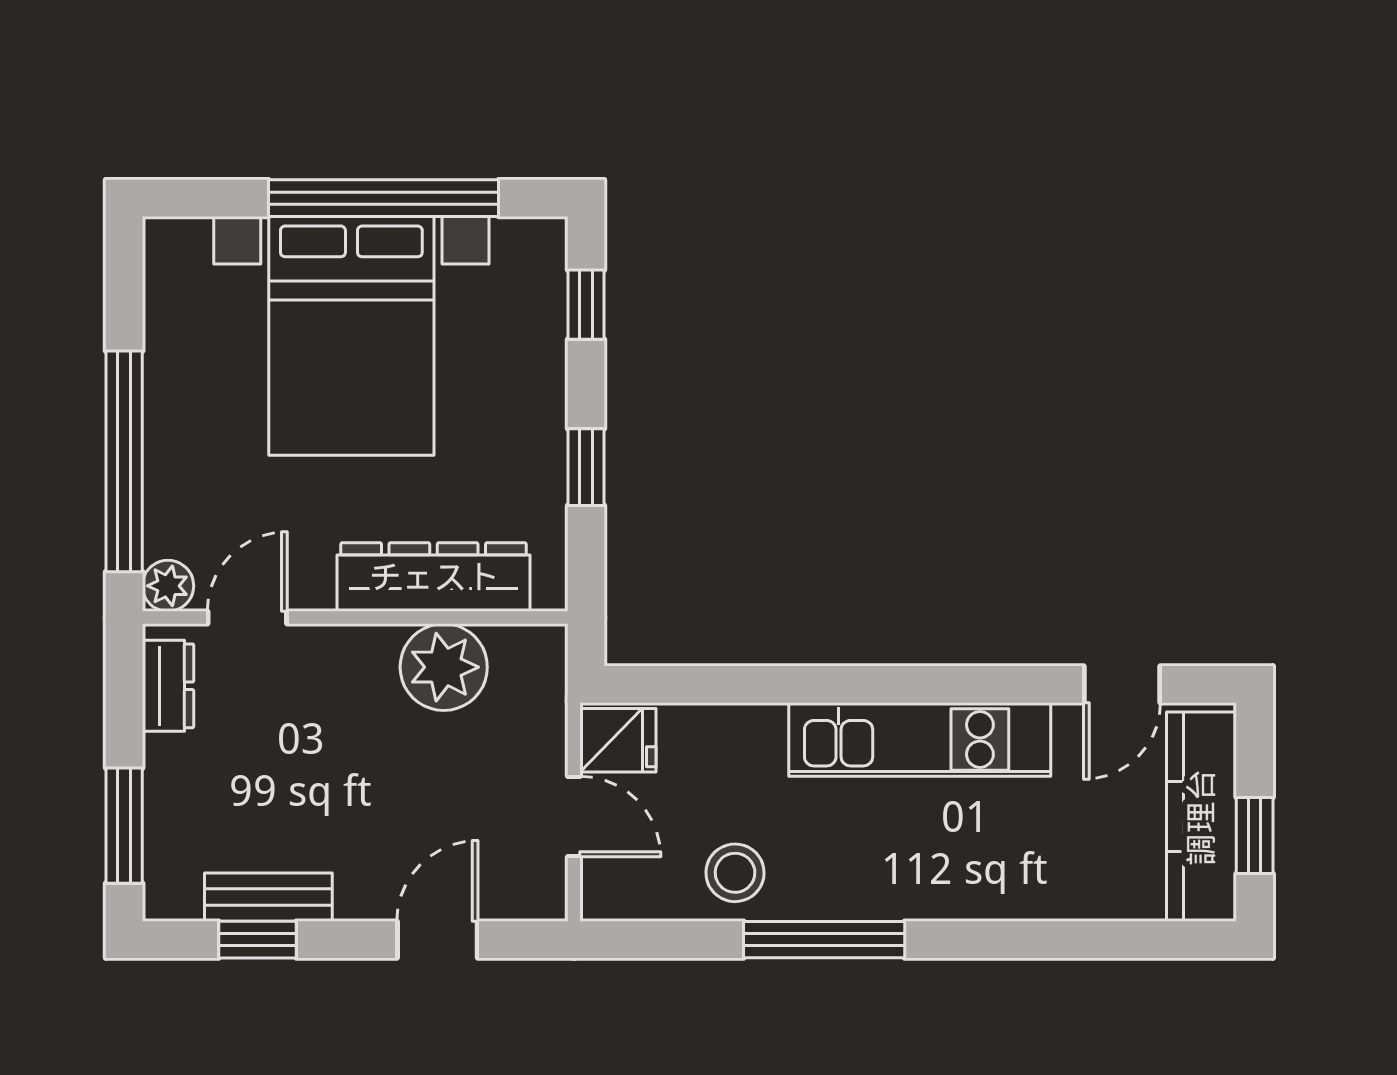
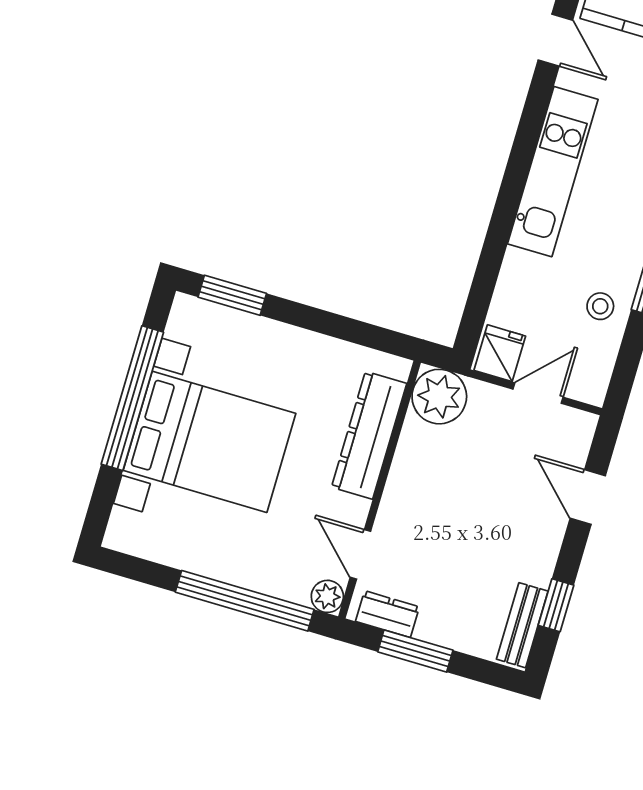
window: (586, 305) -> (232, 295), width x1.50
window: (586, 467) -> (330, 324), removed
plant: (444, 667) -> (439, 397), moved
window: (124, 826) -> (415, 651), moved
stool: (735, 873) -> (600, 306), width x0.73, depth x0.73
bench: (268, 897) -> (522, 625), moved

